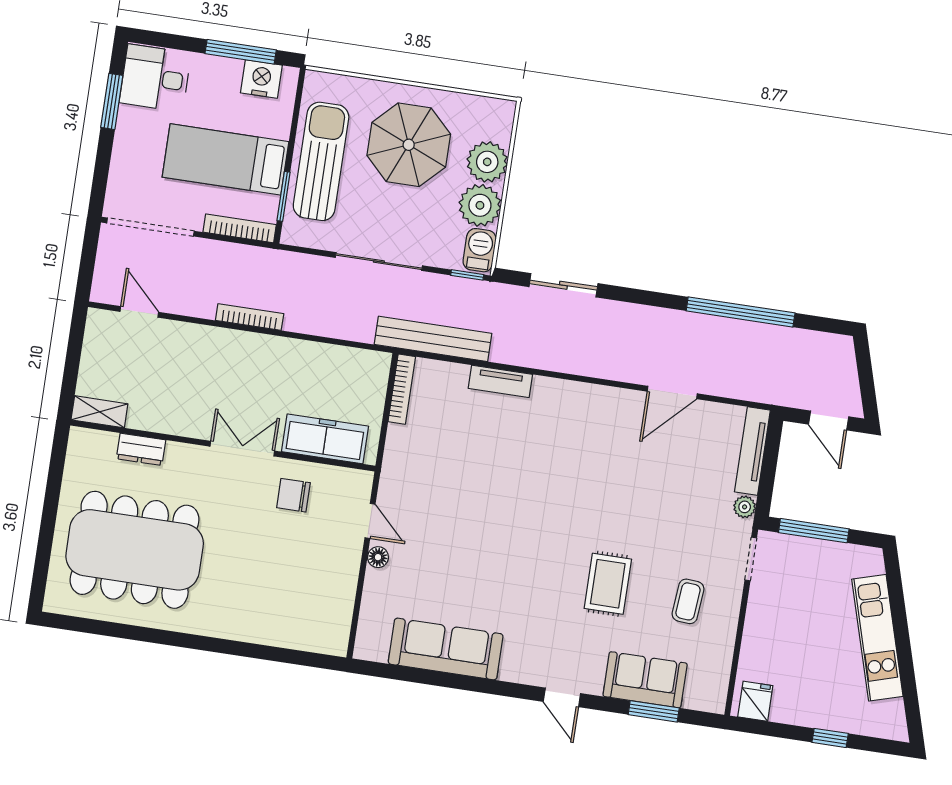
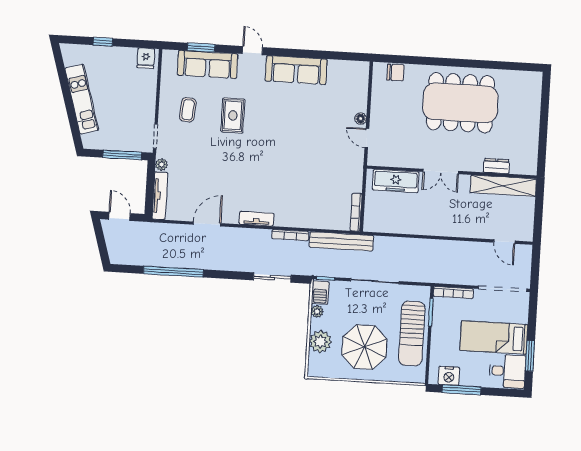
bed: (225, 159) -> (494, 338), moved, turned 180
plant: (480, 205) -> (317, 311), width x0.53, depth x0.53
bookcase: (250, 317) -> (290, 235), moved
tv unit: (500, 381) -> (256, 219), moved
shelving: (99, 412) -> (503, 186), width x2.20, depth x1.33
chair: (293, 495) -> (396, 73), moved
dining table: (135, 550) -> (460, 103), moved
sofa: (446, 649) -> (296, 70), moved
sofa: (645, 680) -> (208, 64), width x1.36

